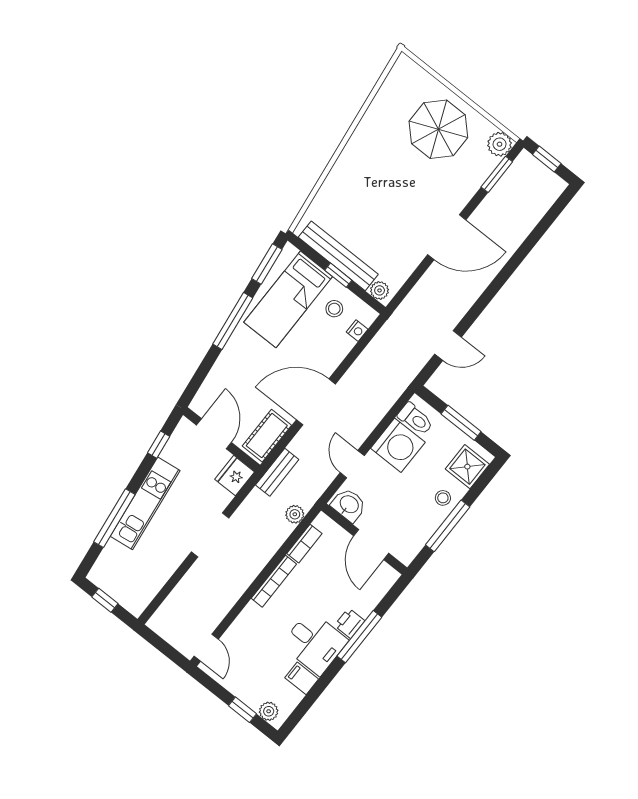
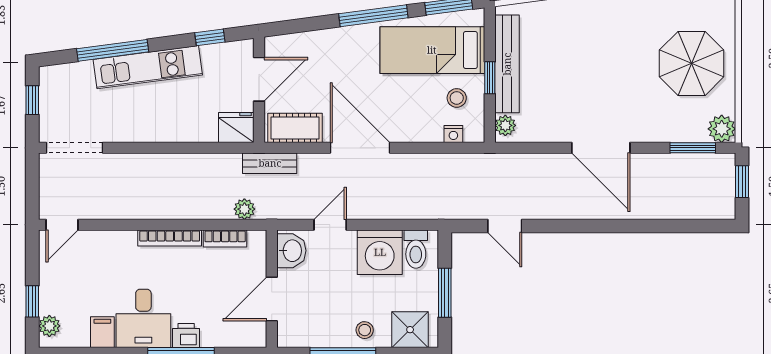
doorway: (210, 535) -> (75, 148), moved

